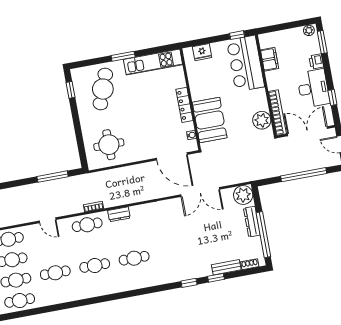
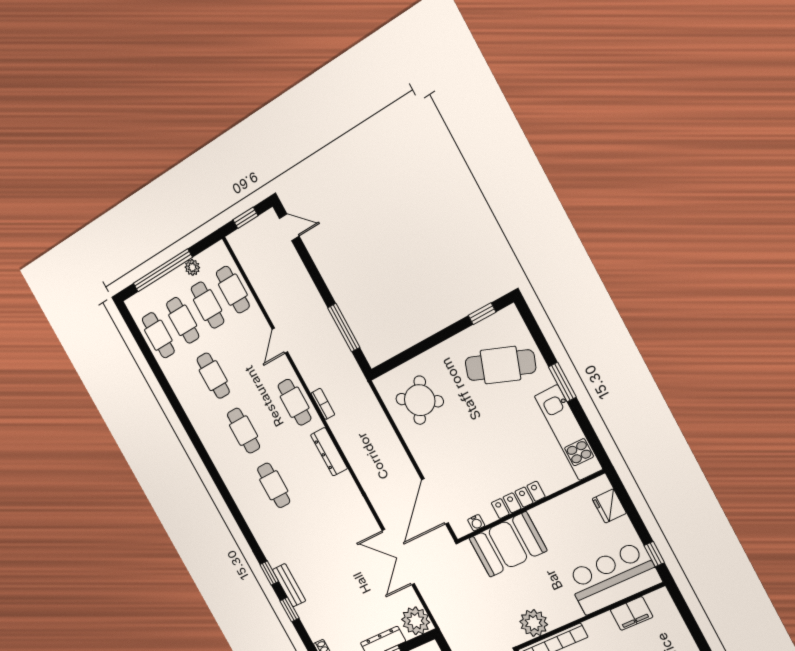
round table: (109, 145) -> (420, 400), turned 30
dresser: (119, 214) -> (329, 452), width x1.44
bench: (226, 267) -> (289, 585), moved

